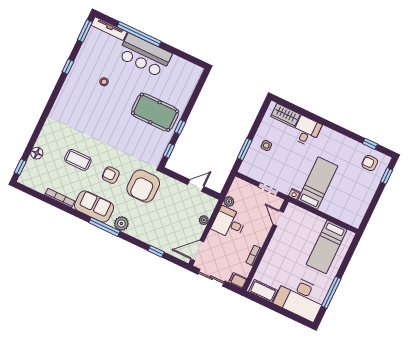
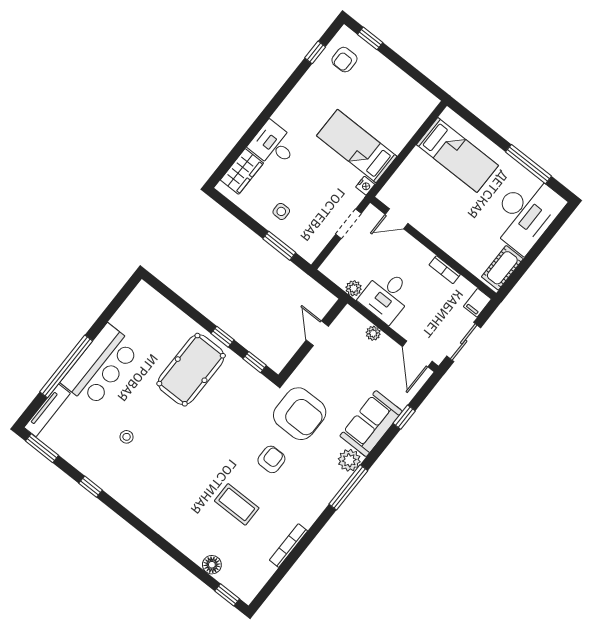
coffee table: (78, 160) -> (237, 504), turned 90
armchair: (111, 175) -> (271, 459), turned 180
sofa: (94, 207) -> (371, 424), moved

